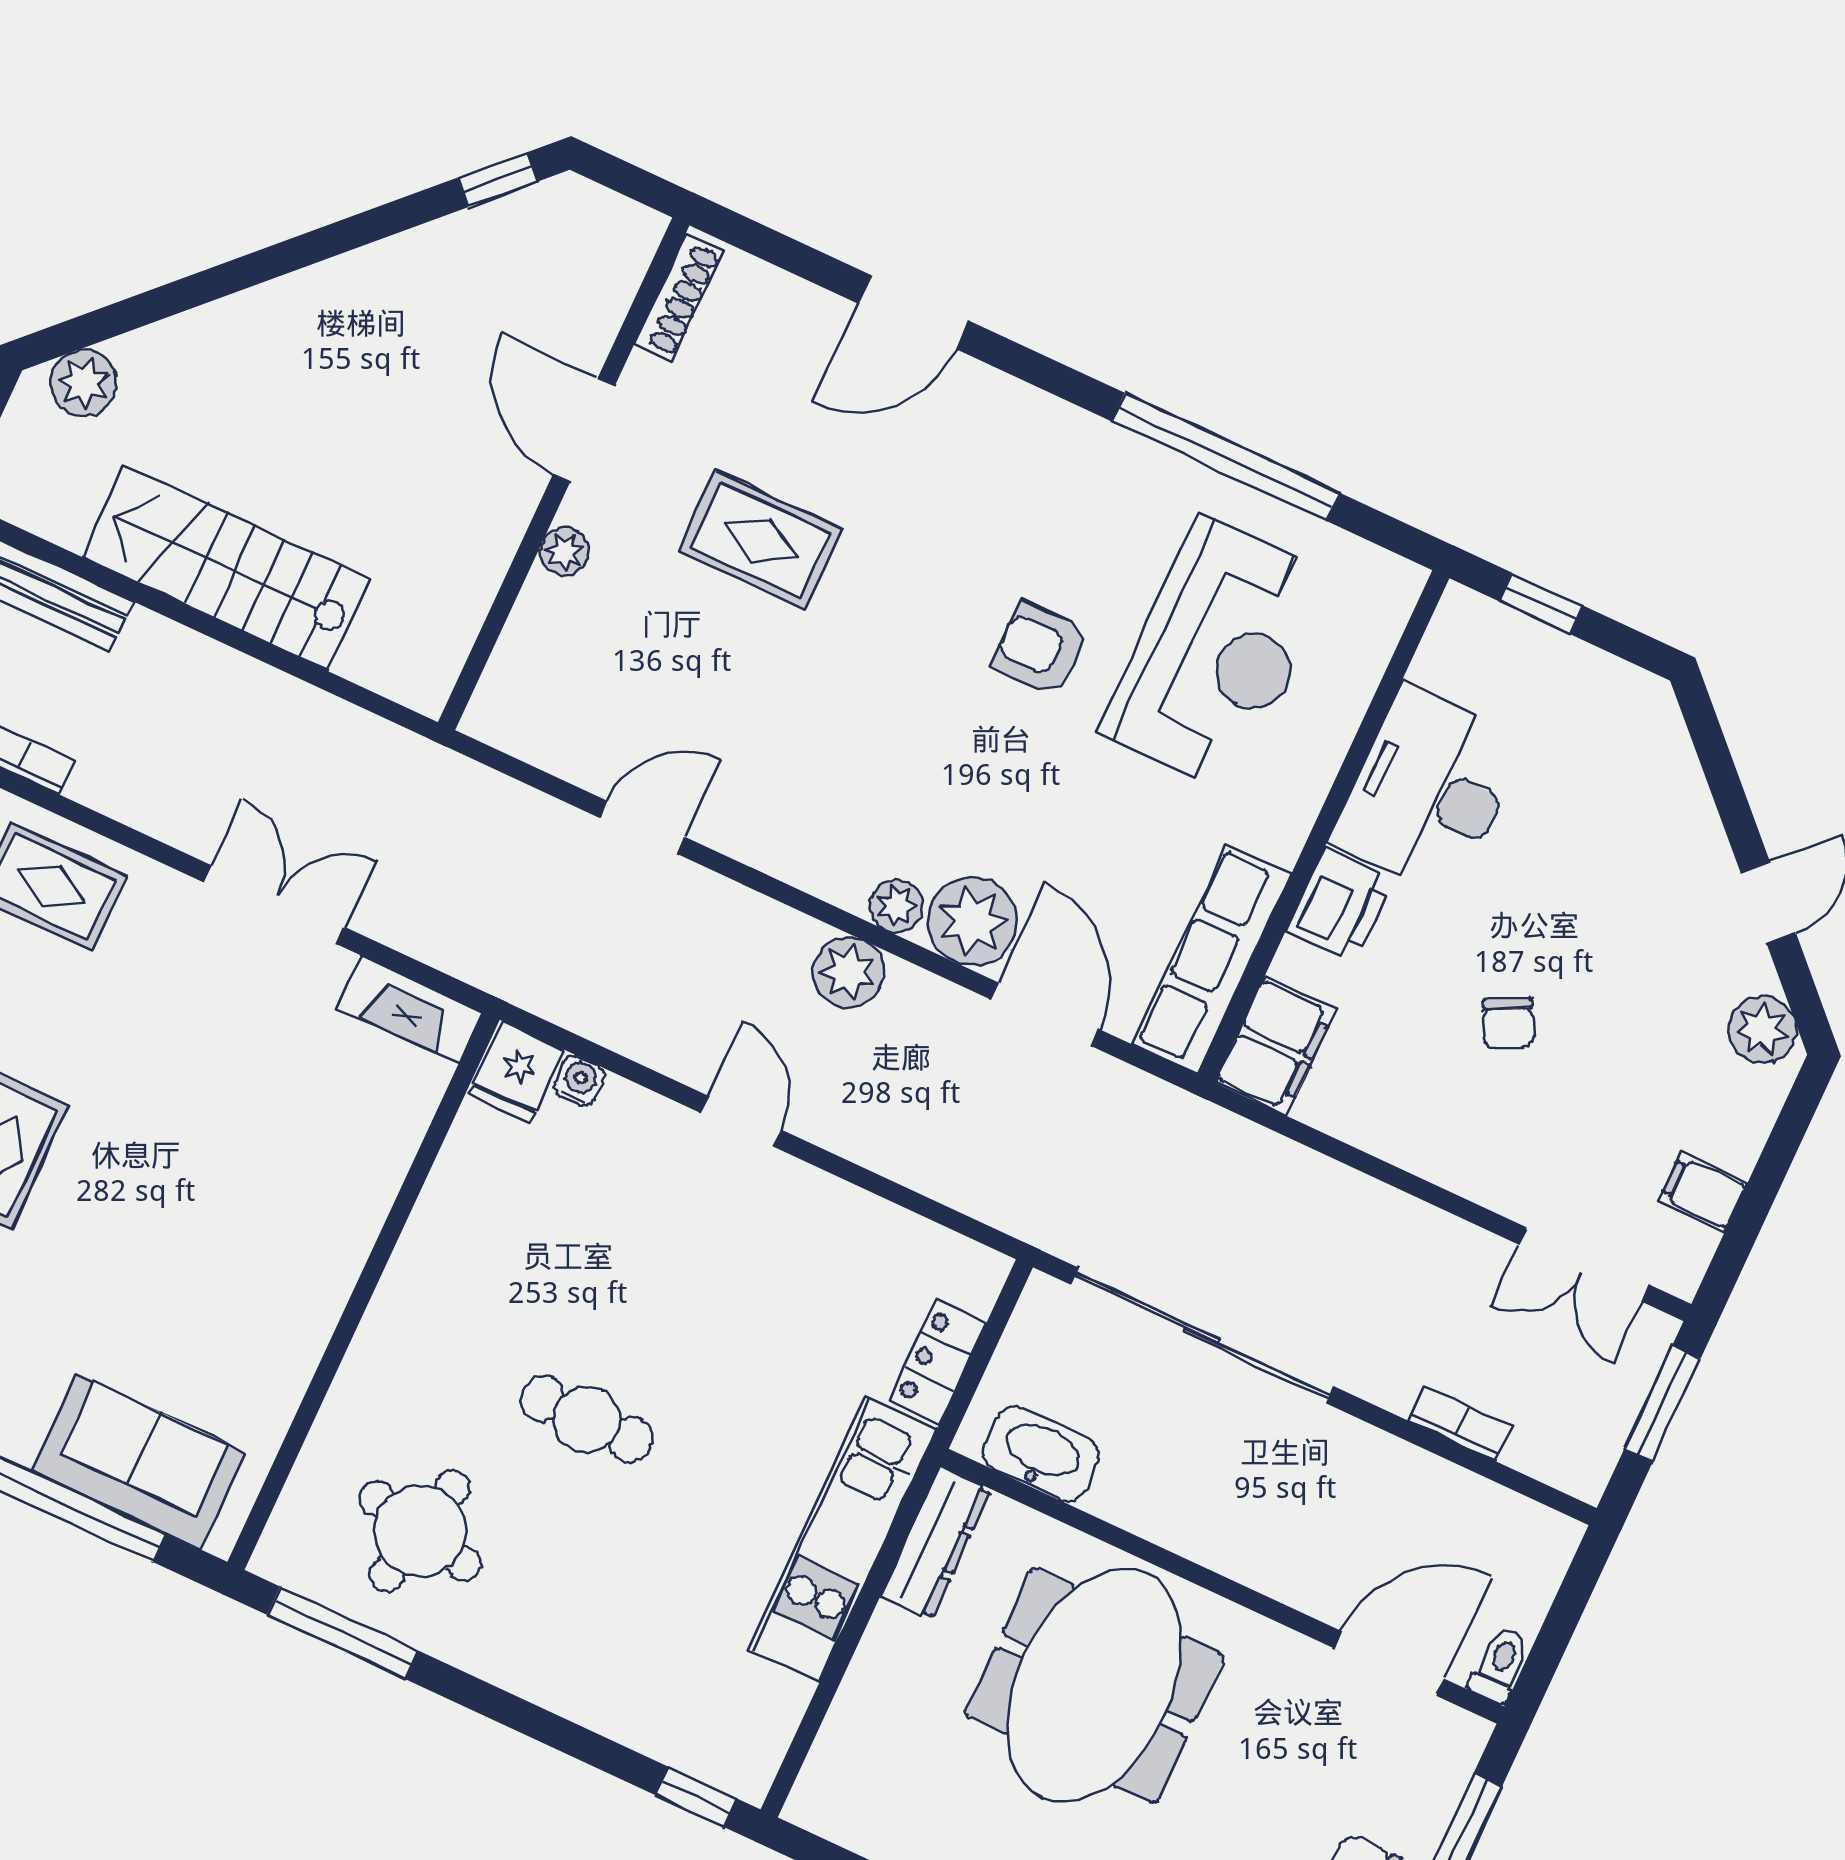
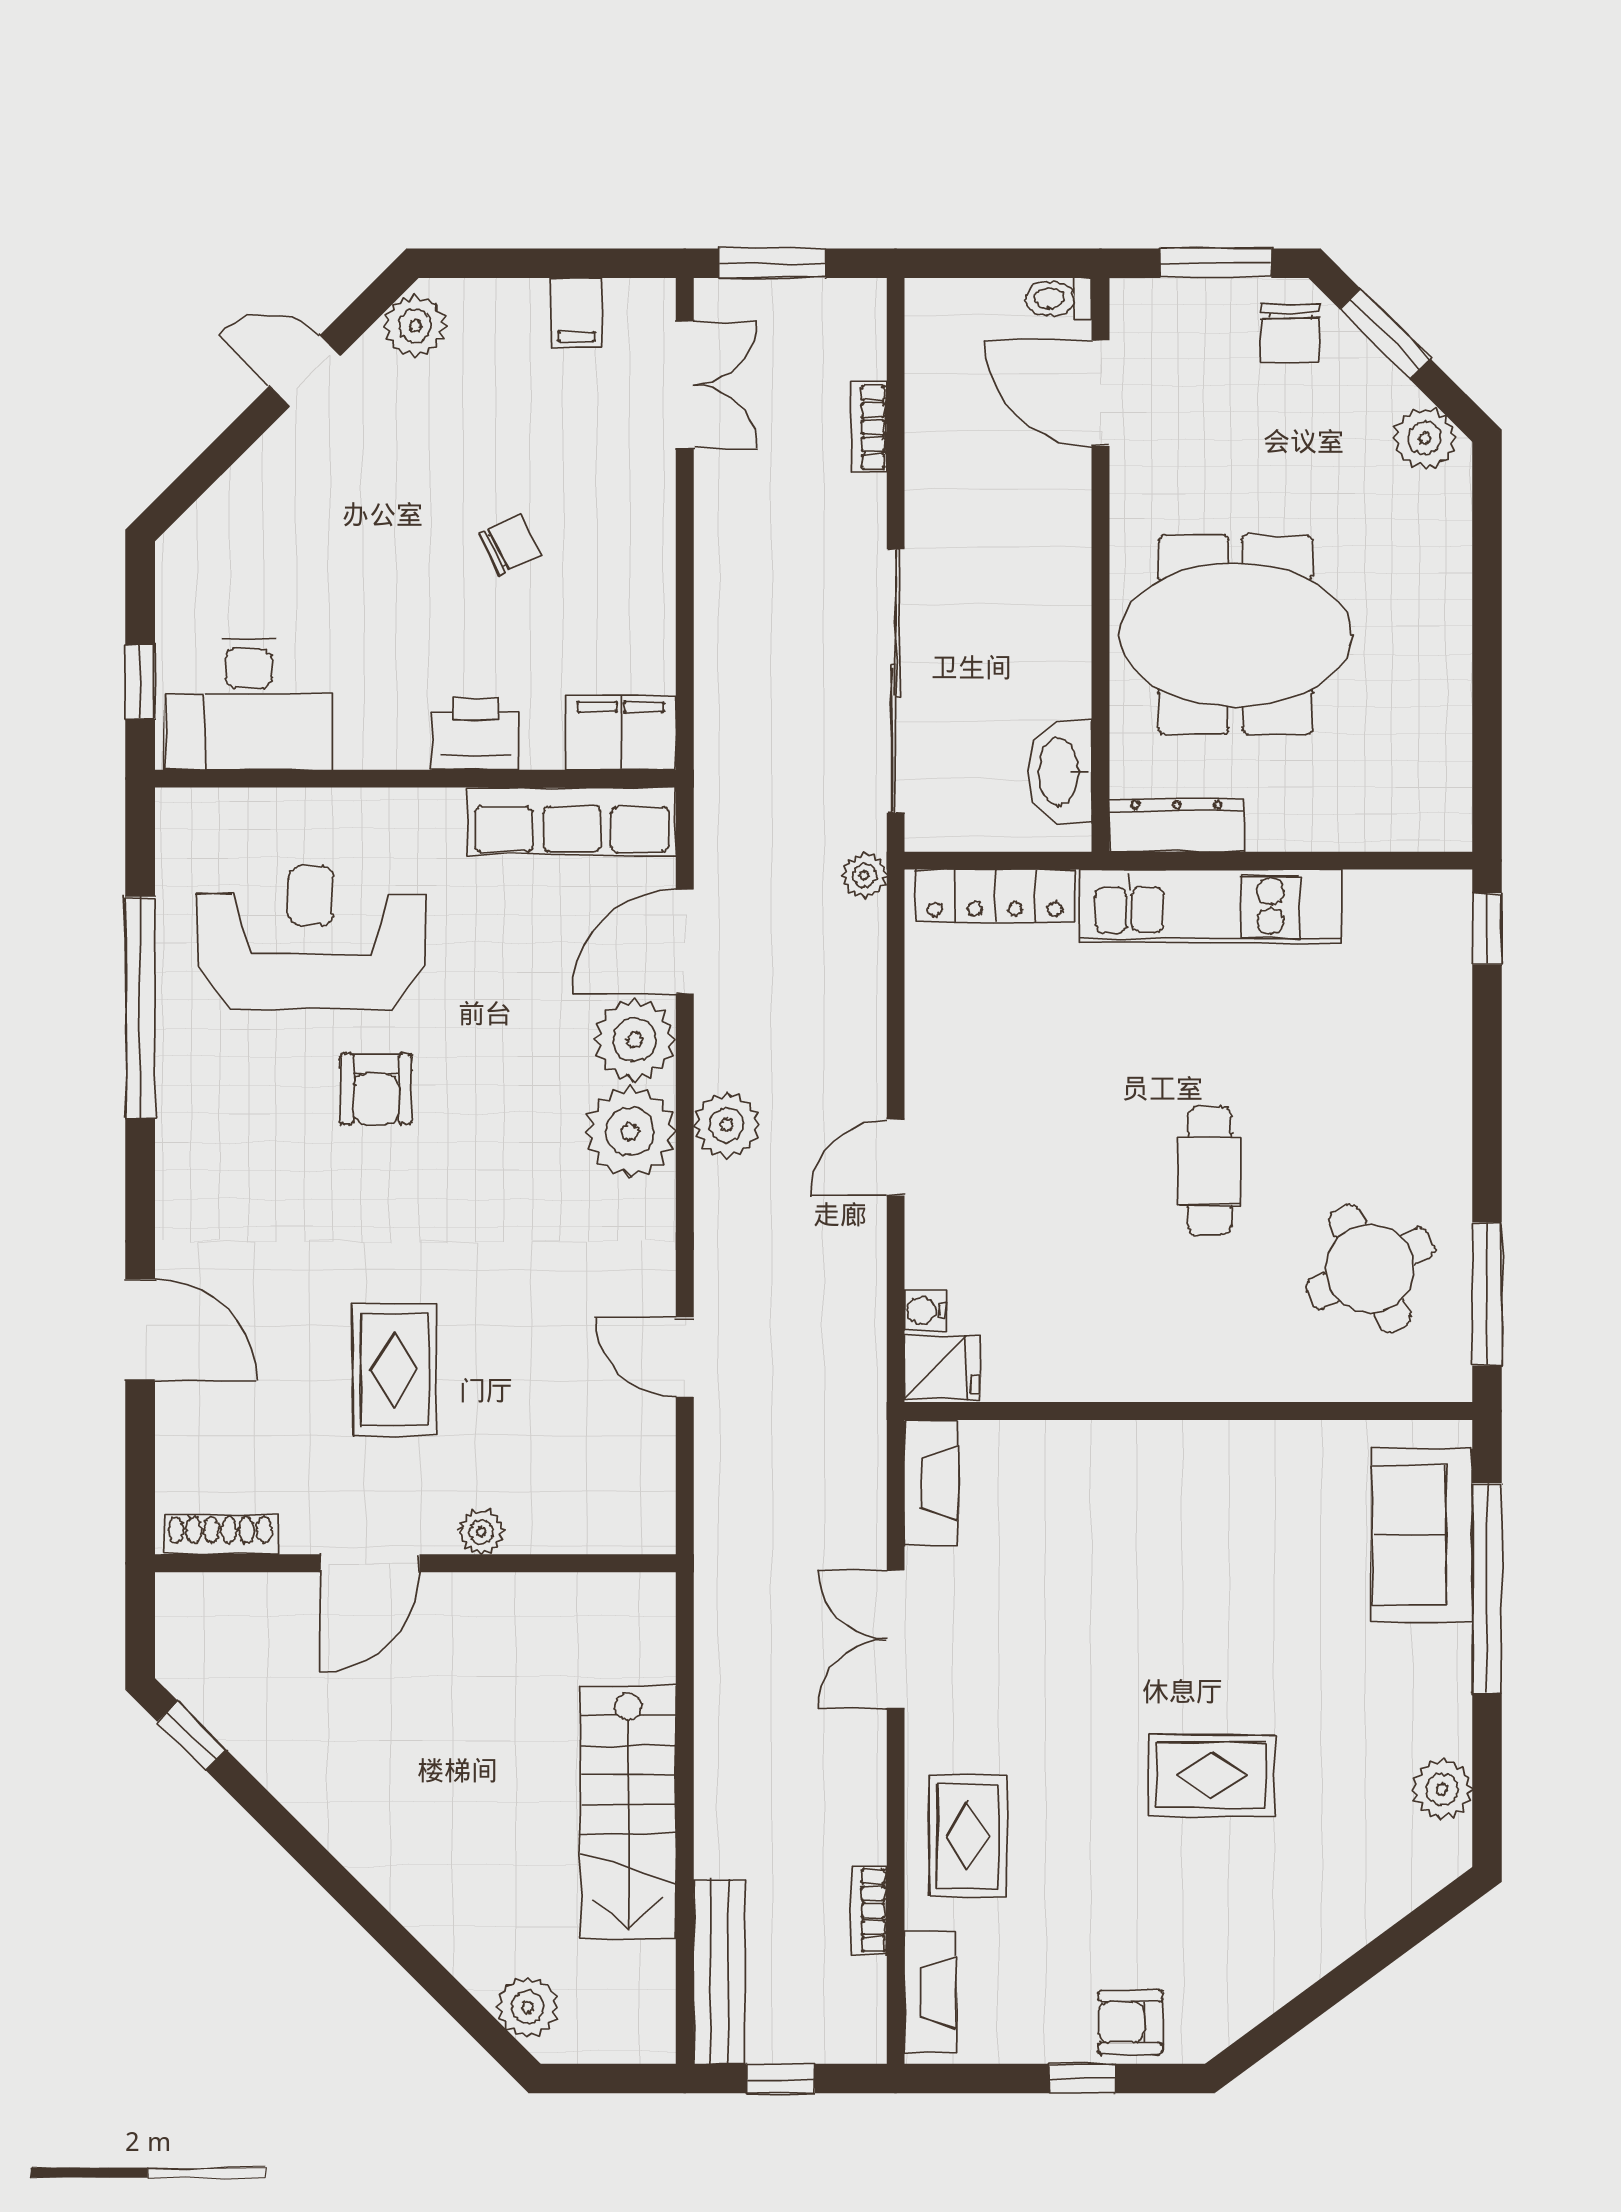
desk: (1428, 791) -> (249, 704), moved
plant: (896, 906) -> (630, 1132), width x1.88, depth x1.88
plant: (1028, 1218) -> (864, 875), added
locker: (937, 1362) -> (995, 896), width x1.53
round table: (420, 1531) -> (1370, 1269), turned -38

